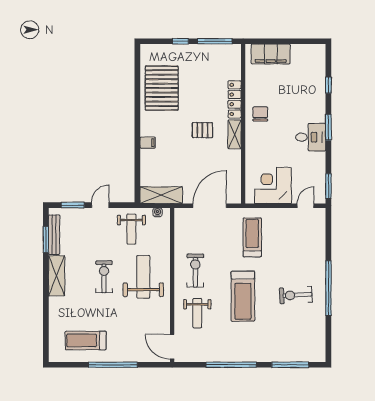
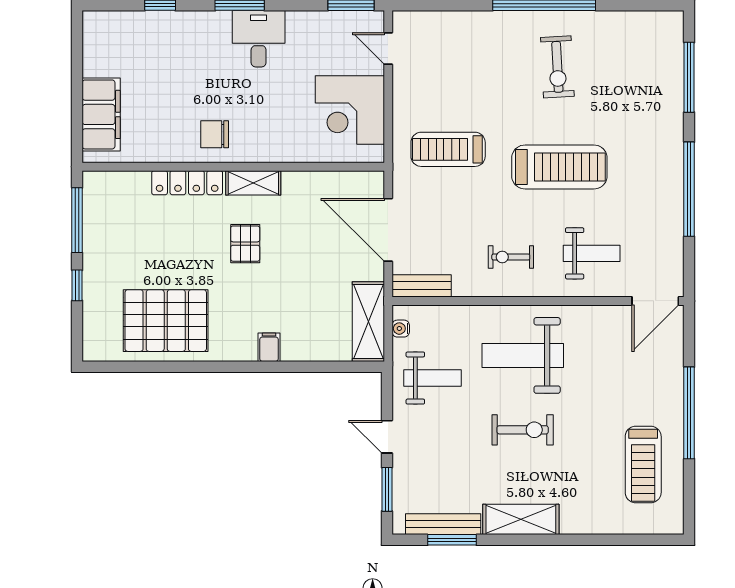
bench: (180, 223) -> (422, 286), added
exercise bike: (195, 271) -> (511, 257), width x0.73, depth x0.72
exercise bike: (104, 277) -> (523, 430), turned 180

